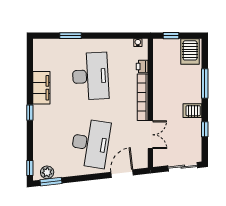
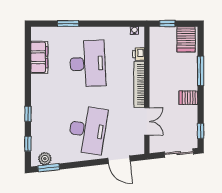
filing cabinet: (41, 88) -> (39, 57), moved
window: (30, 113) -> (28, 114), moved
window: (205, 129) -> (201, 131), moved
window: (30, 168) -> (28, 144), moved
door: (122, 174) -> (119, 160), swing flipped

